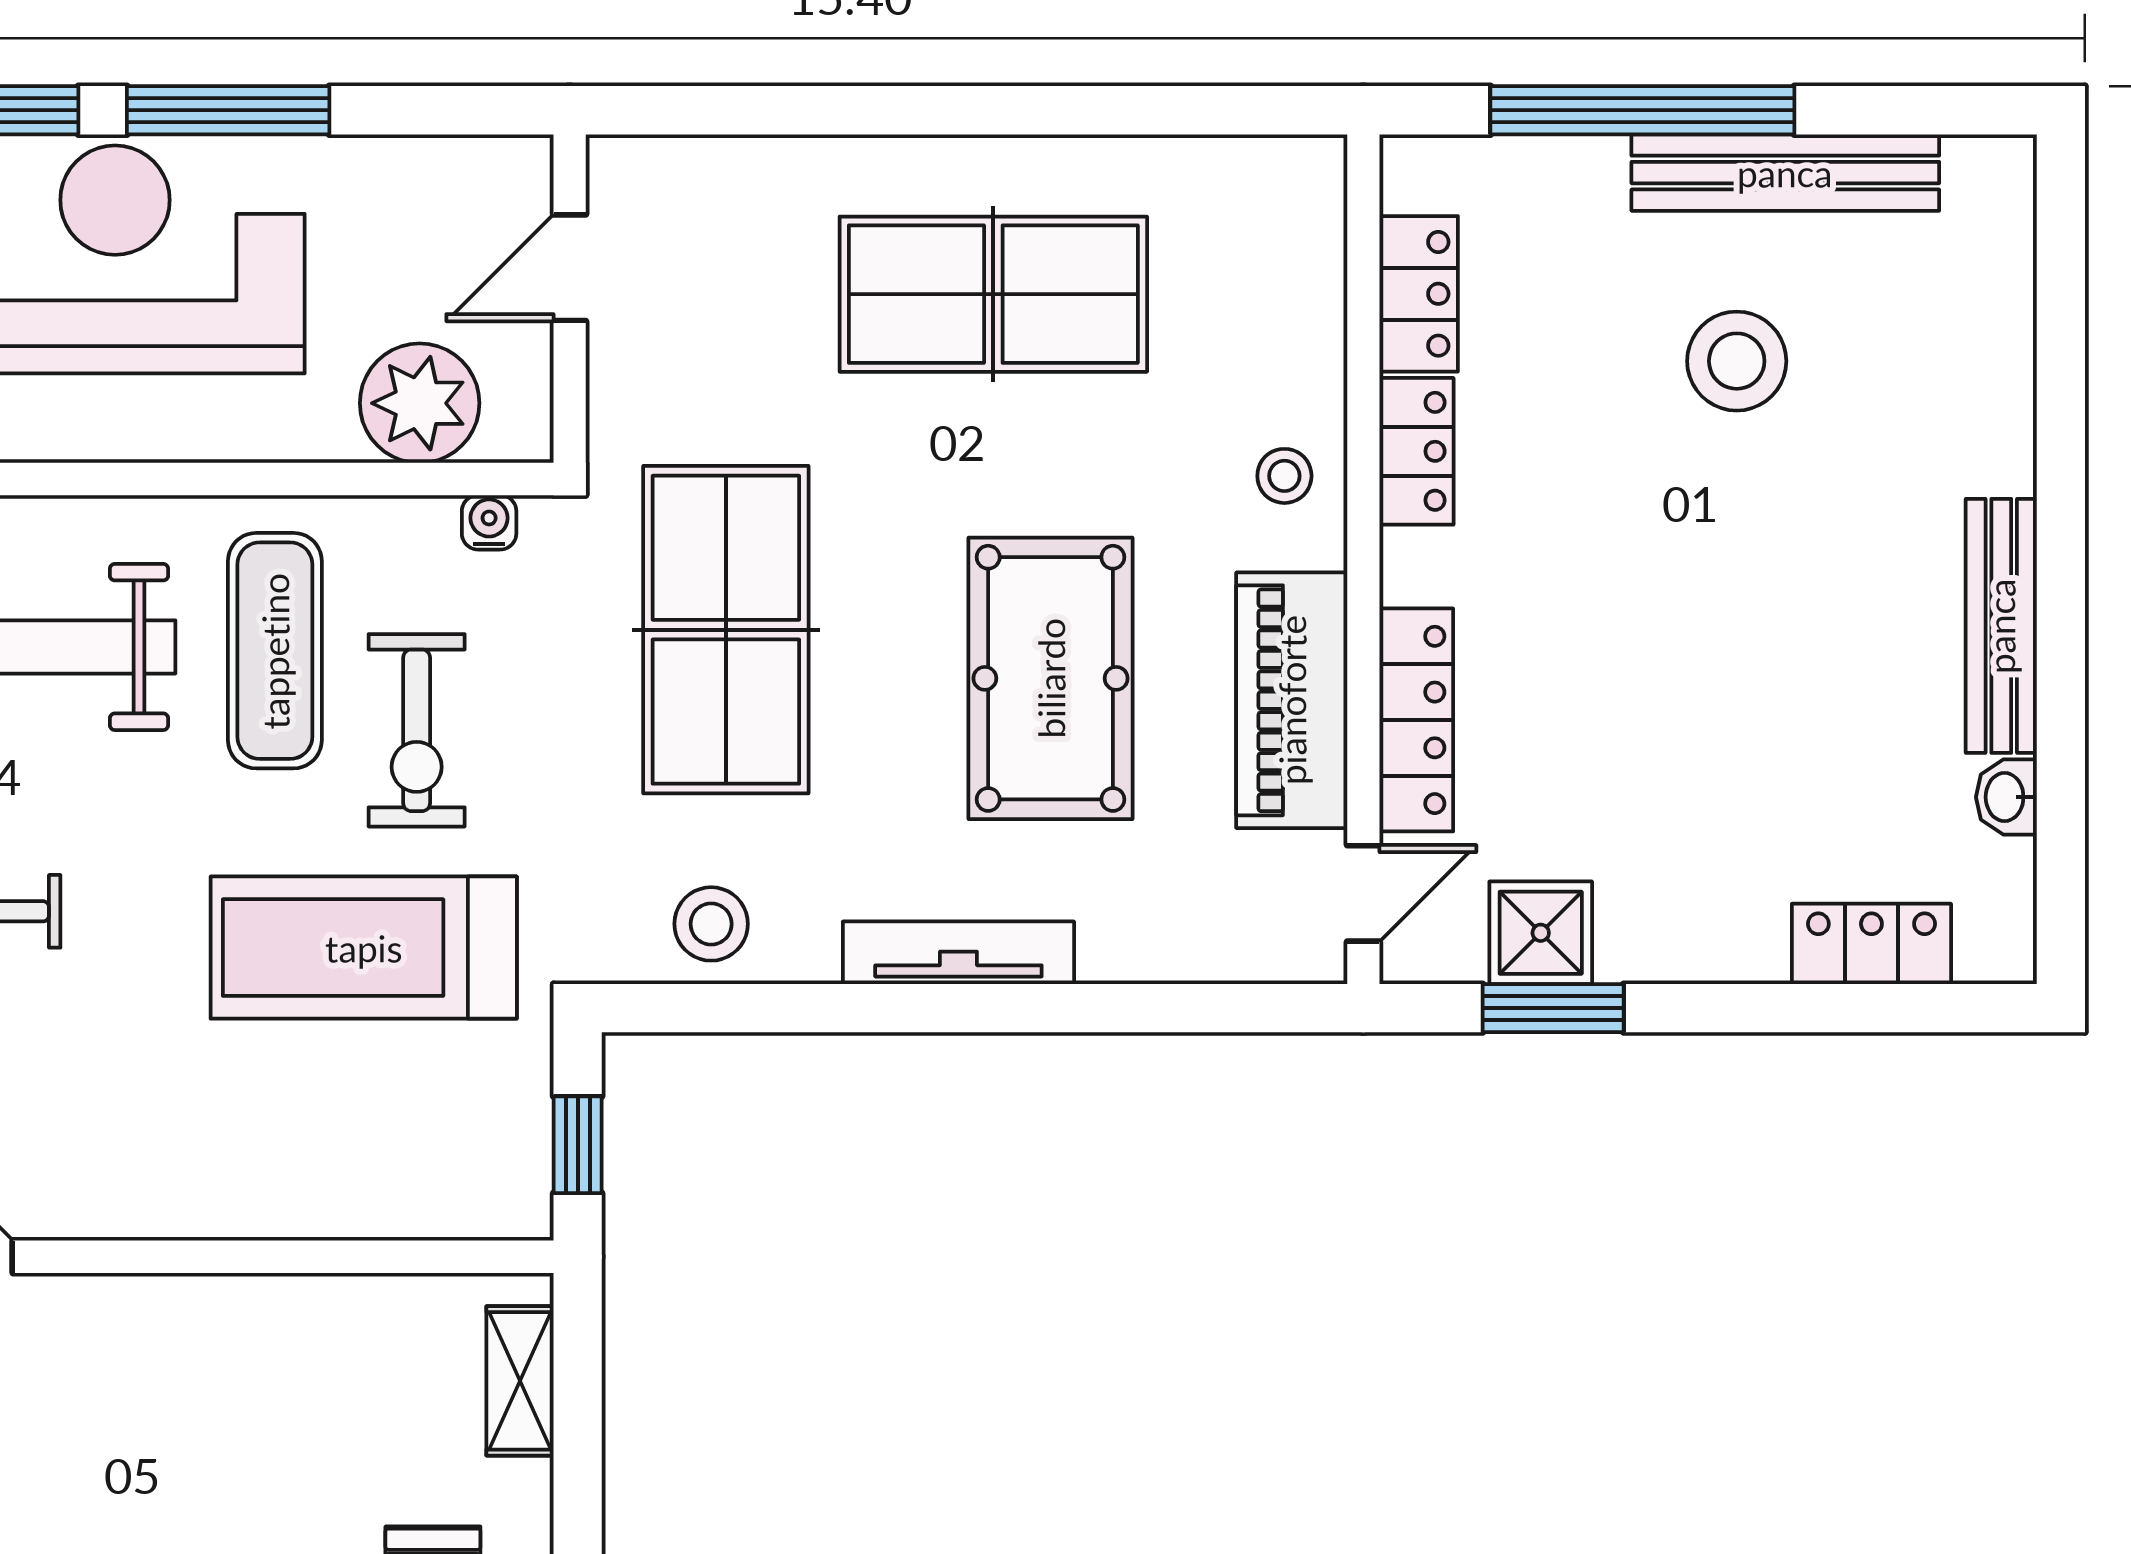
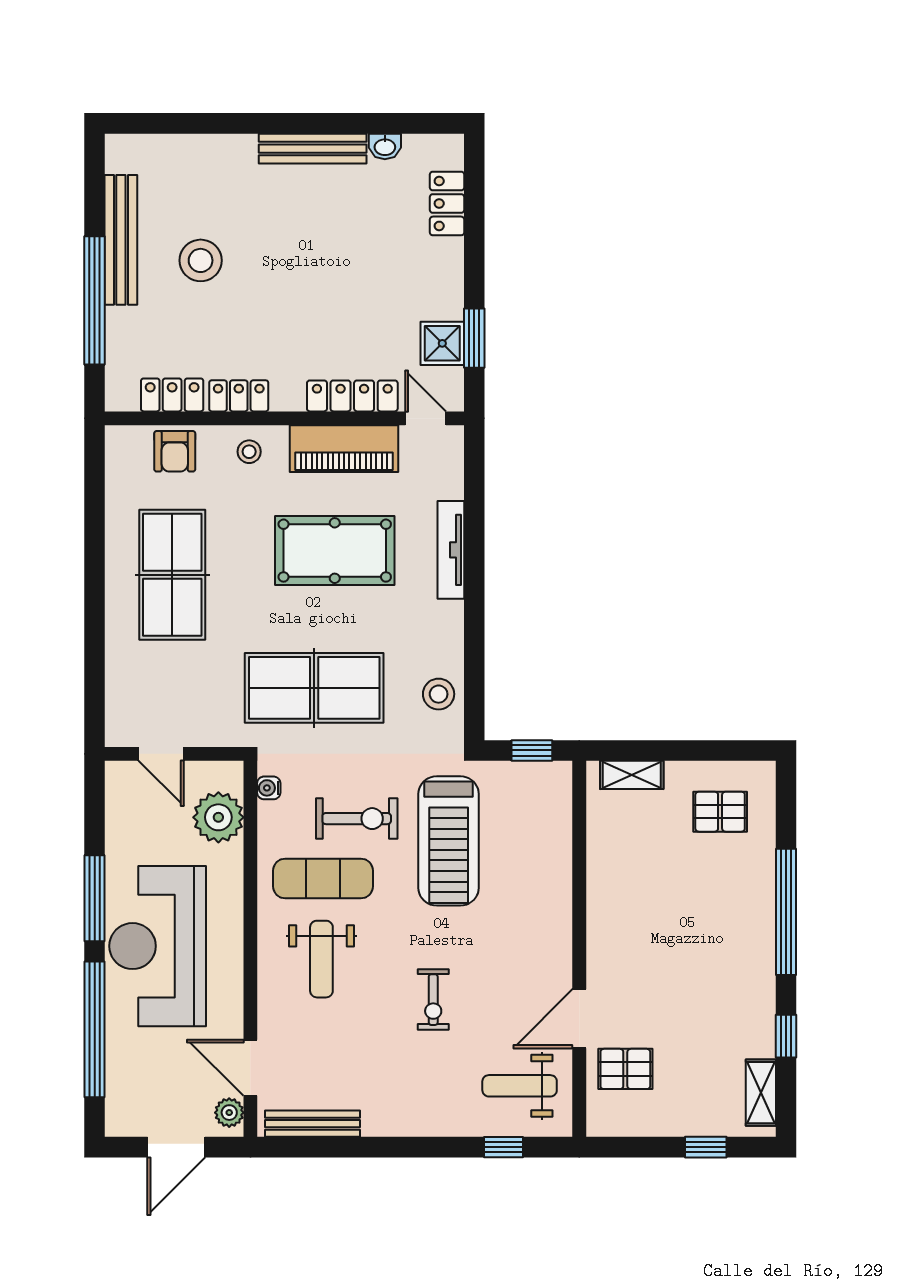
armchair: (1285, 300) -> (175, 451), added
tv unit: (958, 953) -> (451, 550), moved

